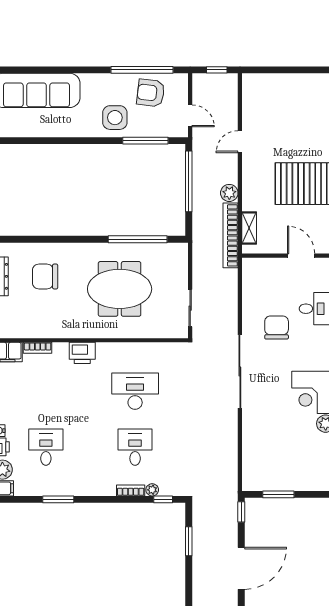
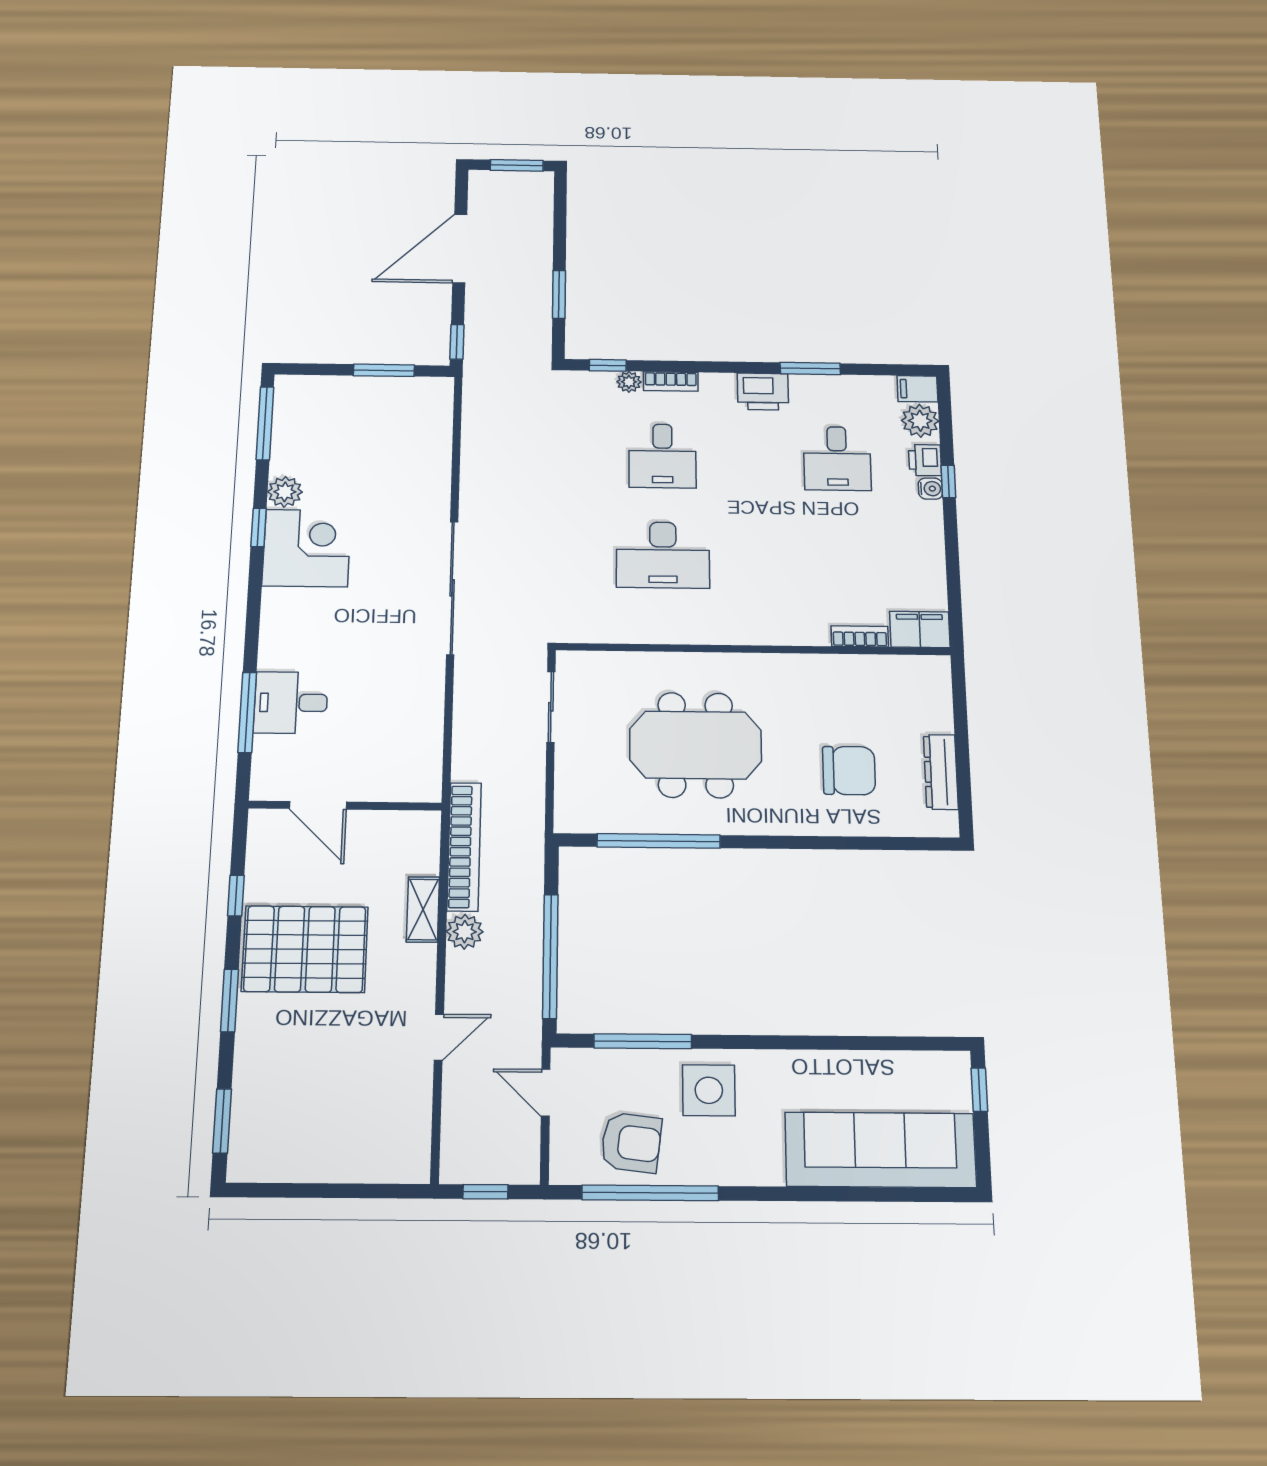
shelving: (249, 228) -> (423, 909), moved
chair: (277, 328) -> (375, 668), removed
printer: (82, 353) -> (763, 392), moved, turned 180

